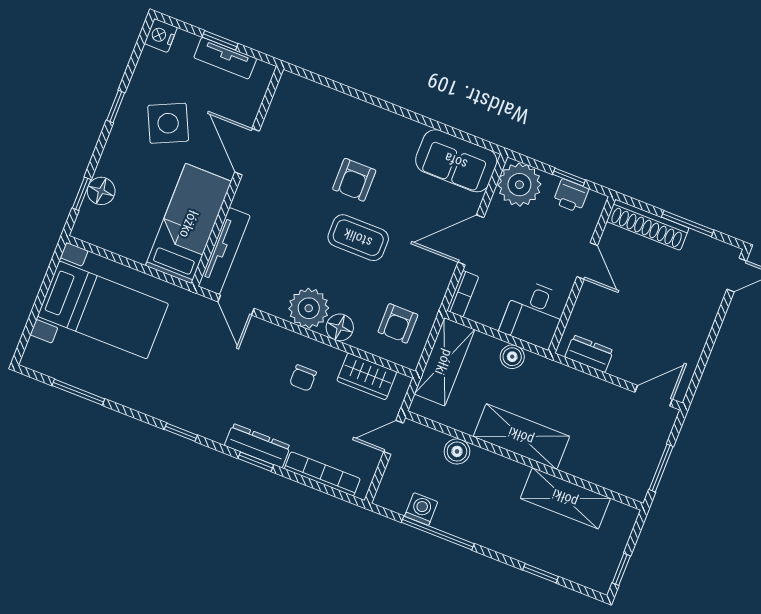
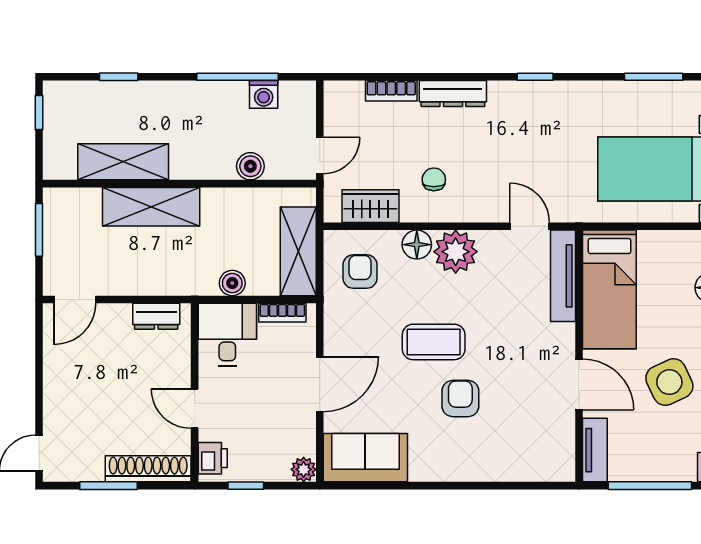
window: (220, 40) -> (650, 486), width x2.17
tv unit: (225, 58) -> (595, 450), moved, turned 90
plant: (519, 185) -> (304, 469), width x0.53, depth x0.53
printer: (571, 196) -> (213, 458), moved, turned 90
bookcase: (463, 294) -> (282, 313), moved, turned -90
shelving: (521, 436) -> (151, 207), moved
window: (256, 462) -> (448, 77), removed
bookcase: (322, 474) -> (391, 91), width x0.64

